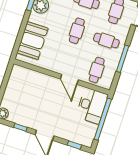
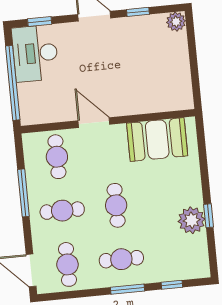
booth: (32, 40) -> (157, 140), moved, turned 90
desk: (92, 106) -> (35, 53), moved

